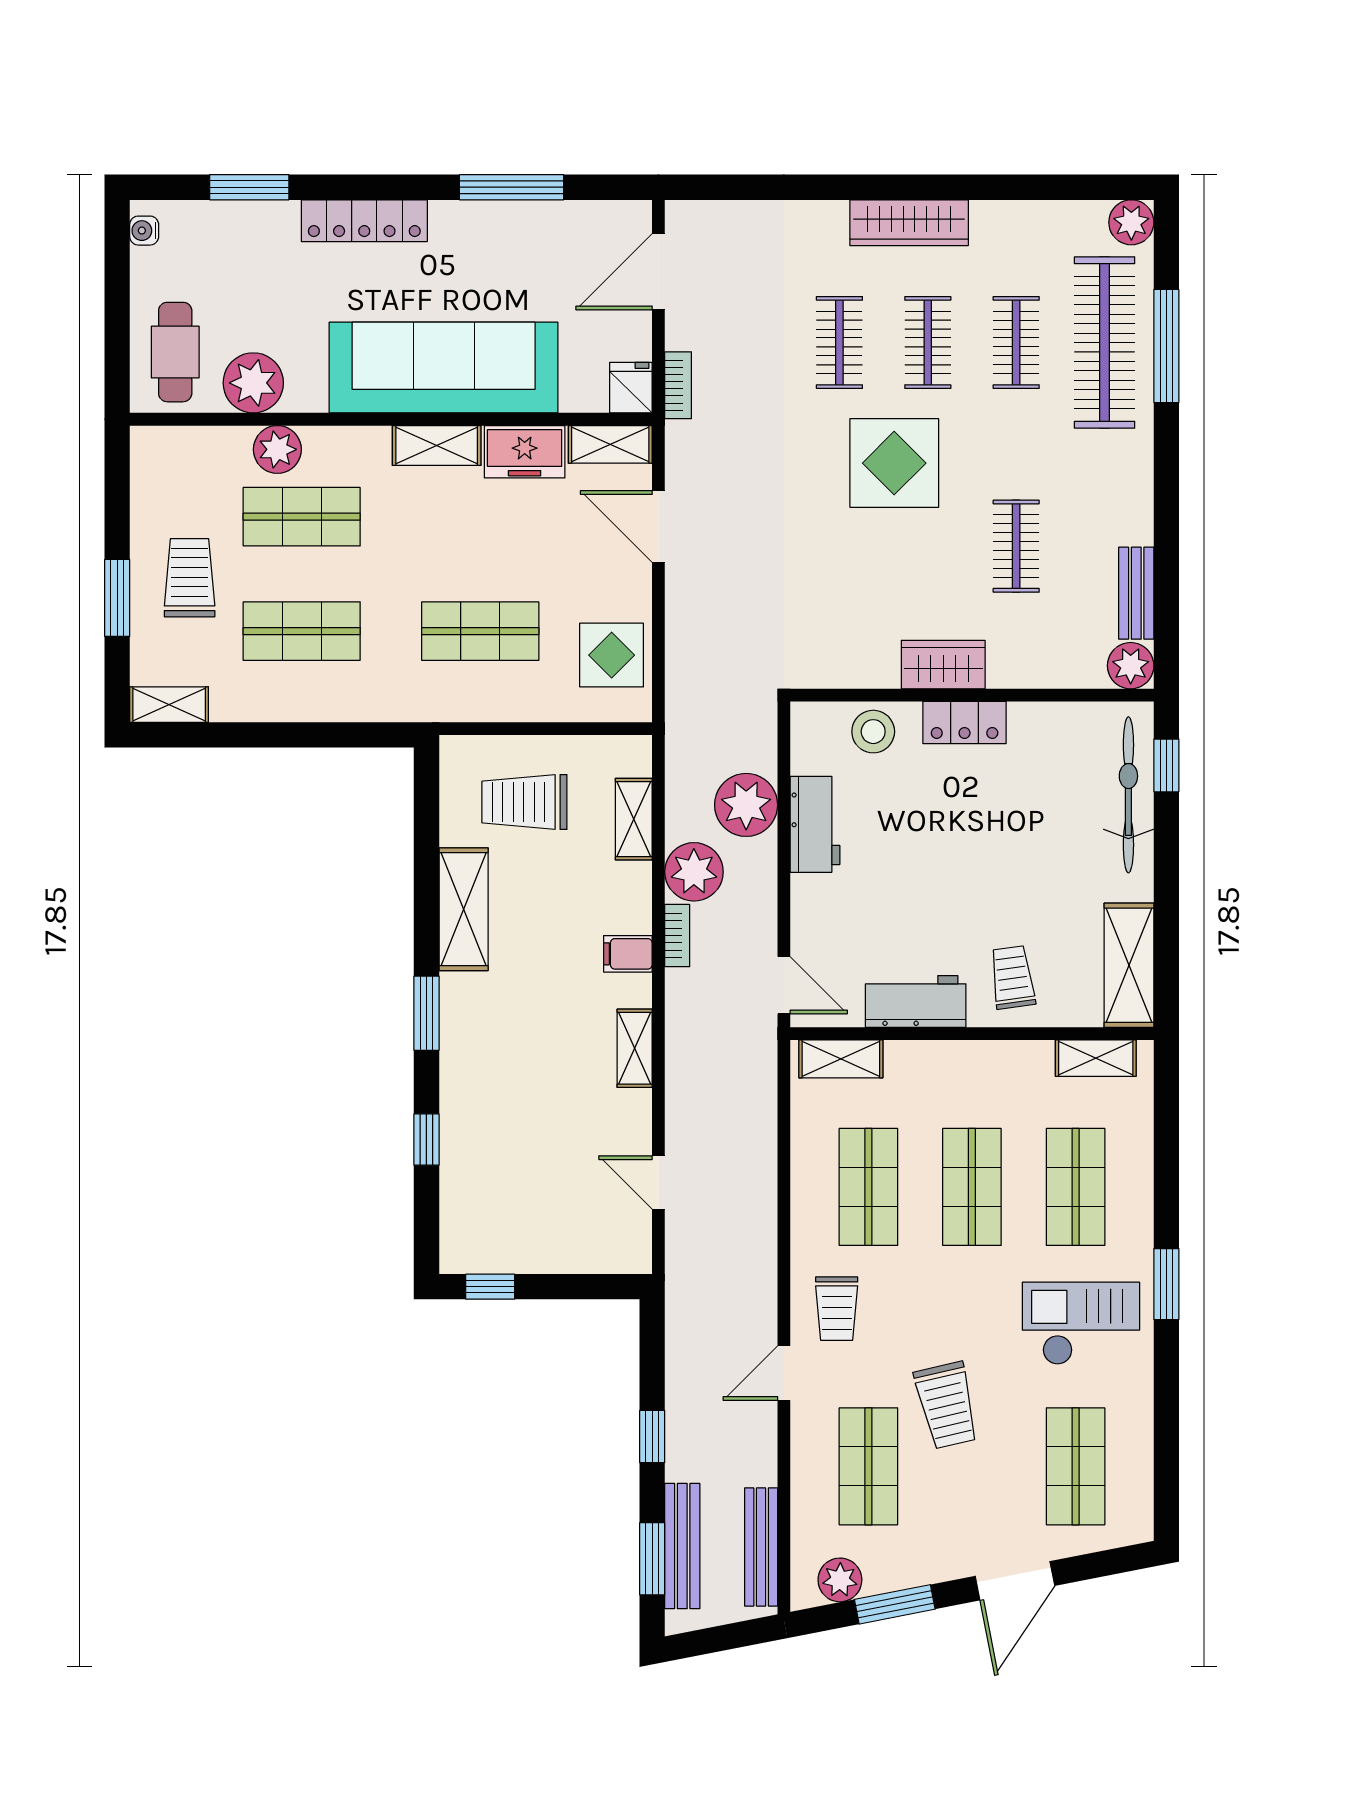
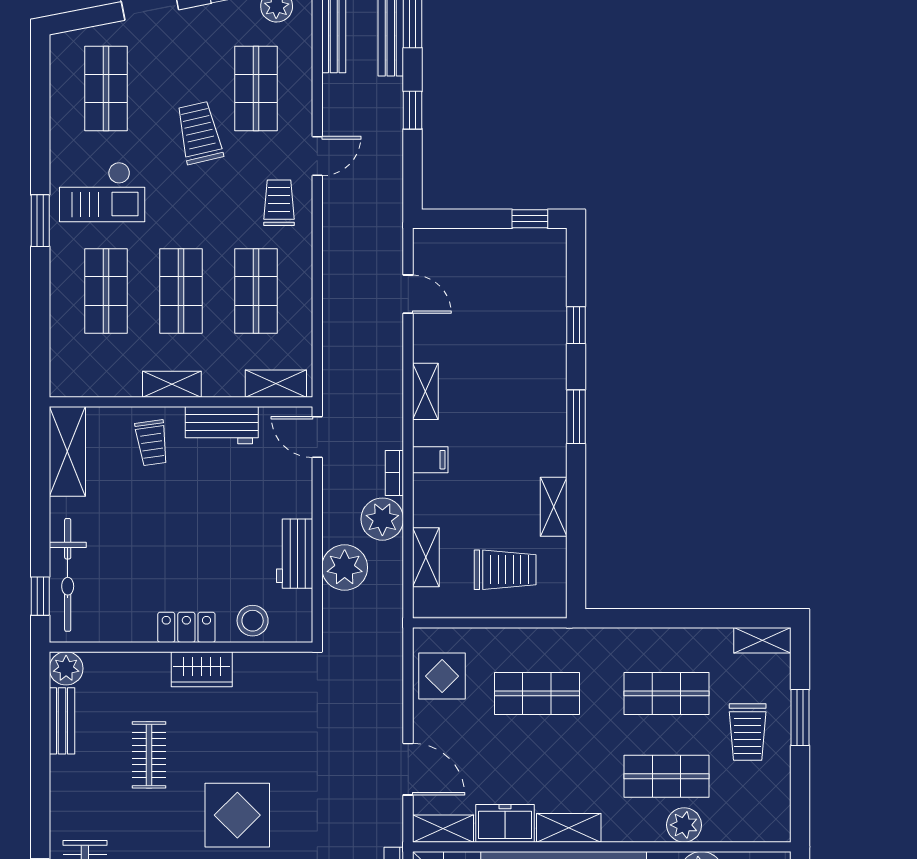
shelving: (464, 909) -> (554, 507), width x0.67, depth x0.75
shelving: (1096, 1058) -> (172, 384), moved

